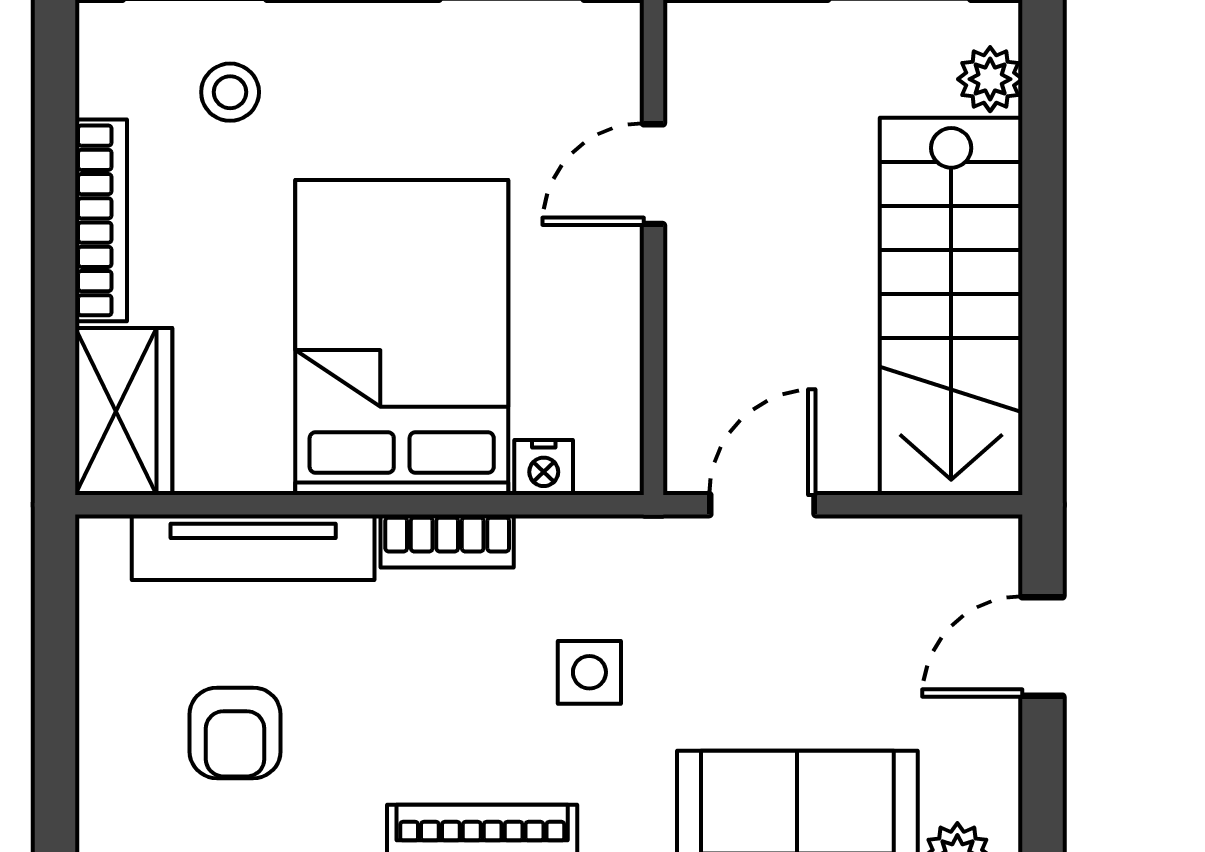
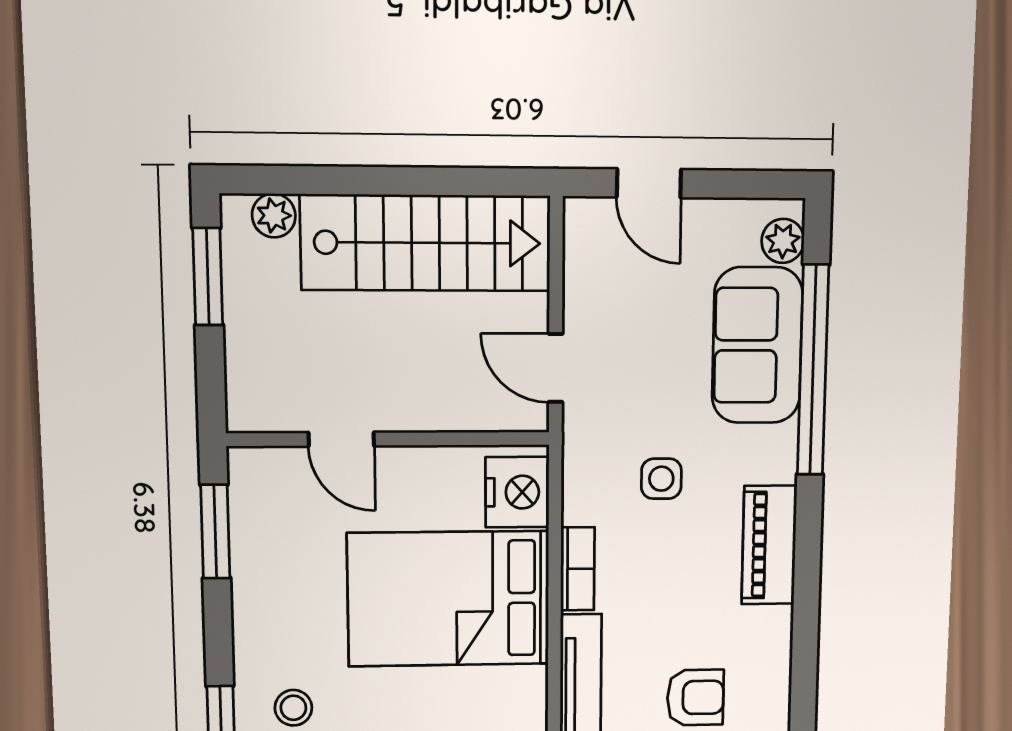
nightstand: (544, 467) -> (517, 492), width x1.89, depth x1.79

